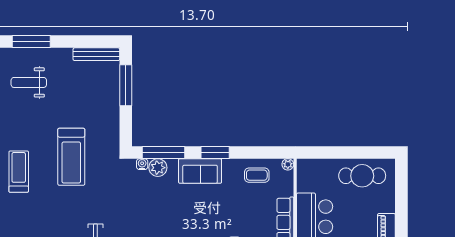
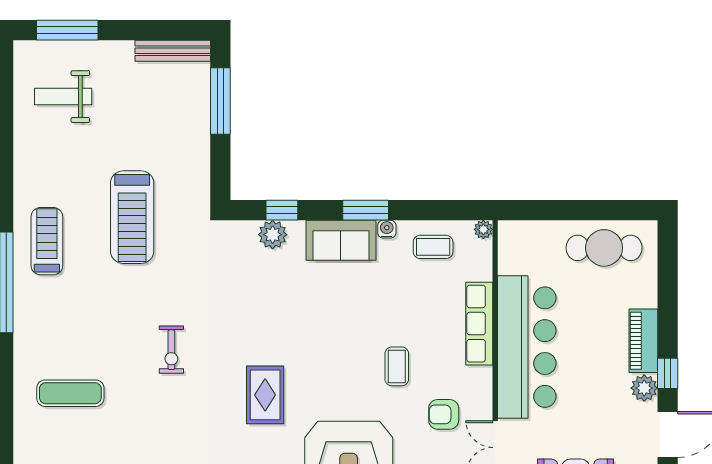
window: (164, 152) -> (282, 210), width x0.46
water cooler: (142, 164) -> (387, 229), moved

